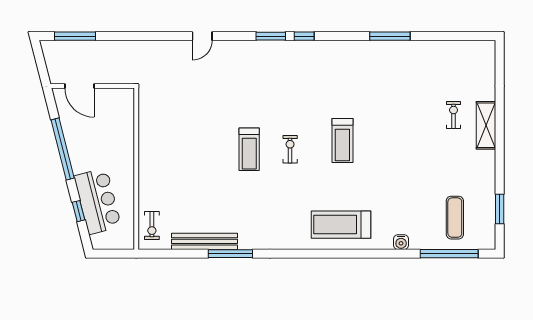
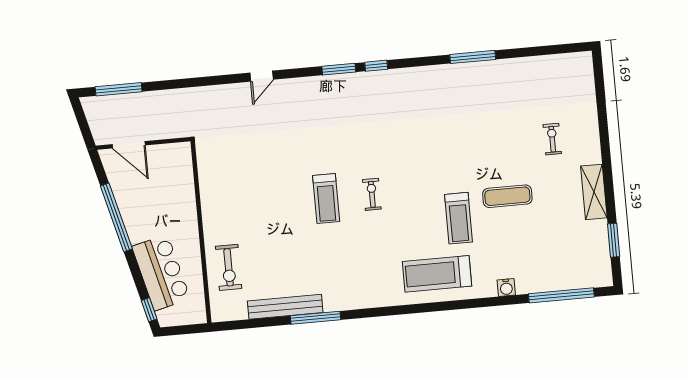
shelving: (486, 125) -> (594, 192), moved
treadmill: (342, 141) -> (459, 218), moved
window: (78, 211) -> (149, 310), moved
exercise mat: (455, 218) -> (507, 196), moved, turned 90
exercise bike: (152, 225) -> (229, 267), moved, width x1.38, depth x1.39

